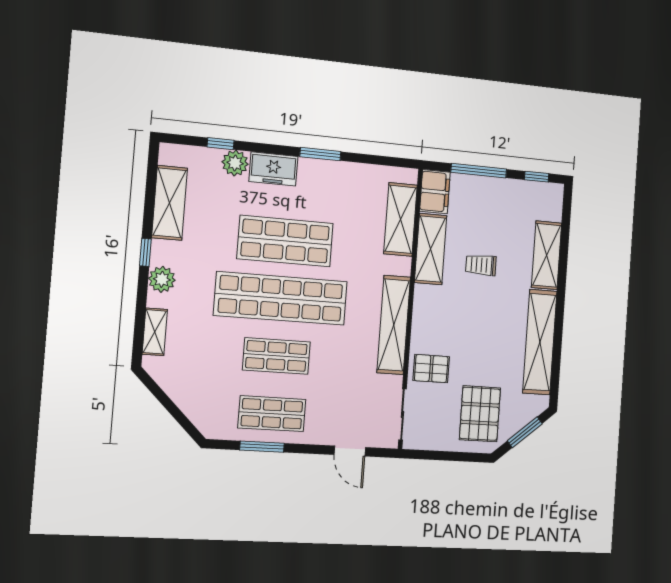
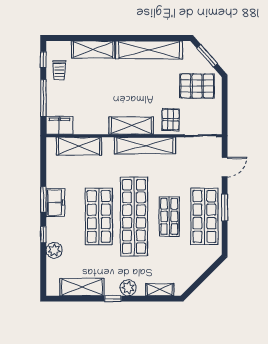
window: (220, 144) -> (43, 235), moved
freezer: (273, 169) -> (55, 203), moved
shelving: (431, 249) -> (131, 126), moved
trolley: (481, 265) -> (59, 70), moved
shop shelf: (272, 414) -> (204, 216), width x1.43, depth x1.36
window: (262, 447) -> (225, 208), moved

